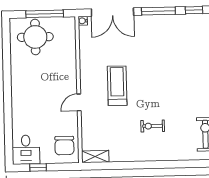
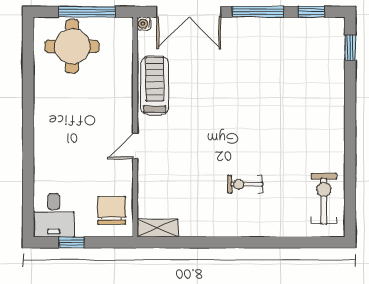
treadmill: (117, 86) -> (155, 86), moved
chair: (64, 146) -> (112, 210), turned 180

